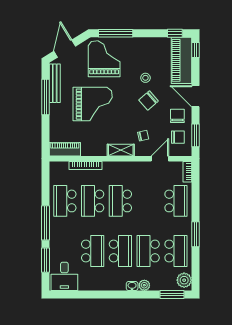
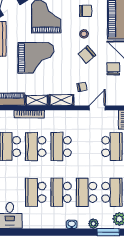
chair: (178, 137) -> (86, 11), moved
shelving: (94, 151) -> (37, 100), added
school desk: (93, 251) -> (36, 192), turned 180
school desk: (120, 251) -> (61, 192), turned 180
plant: (144, 285) -> (93, 224), moved

